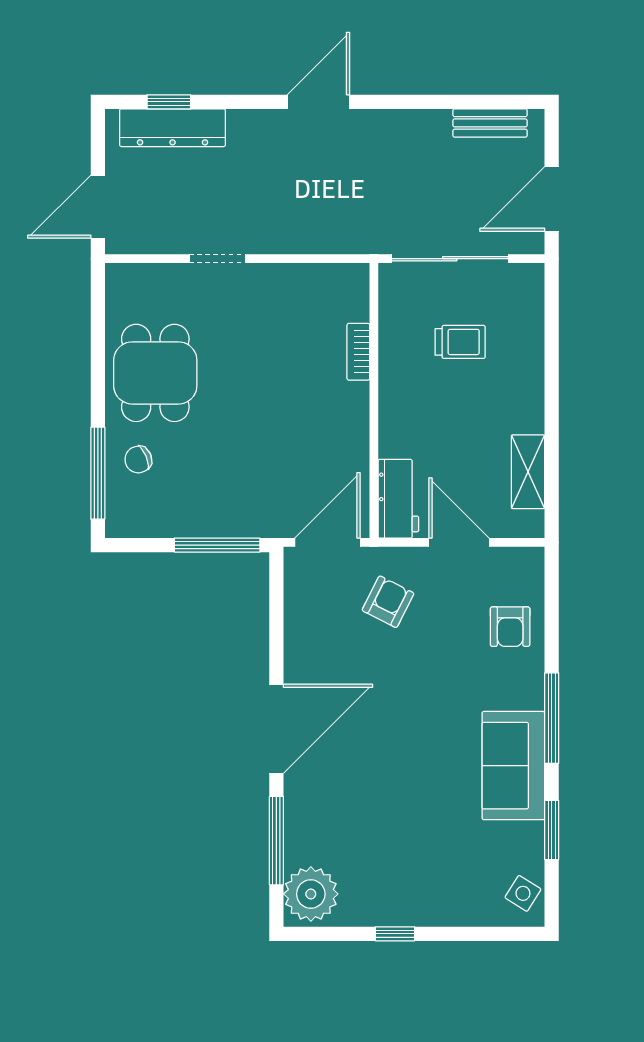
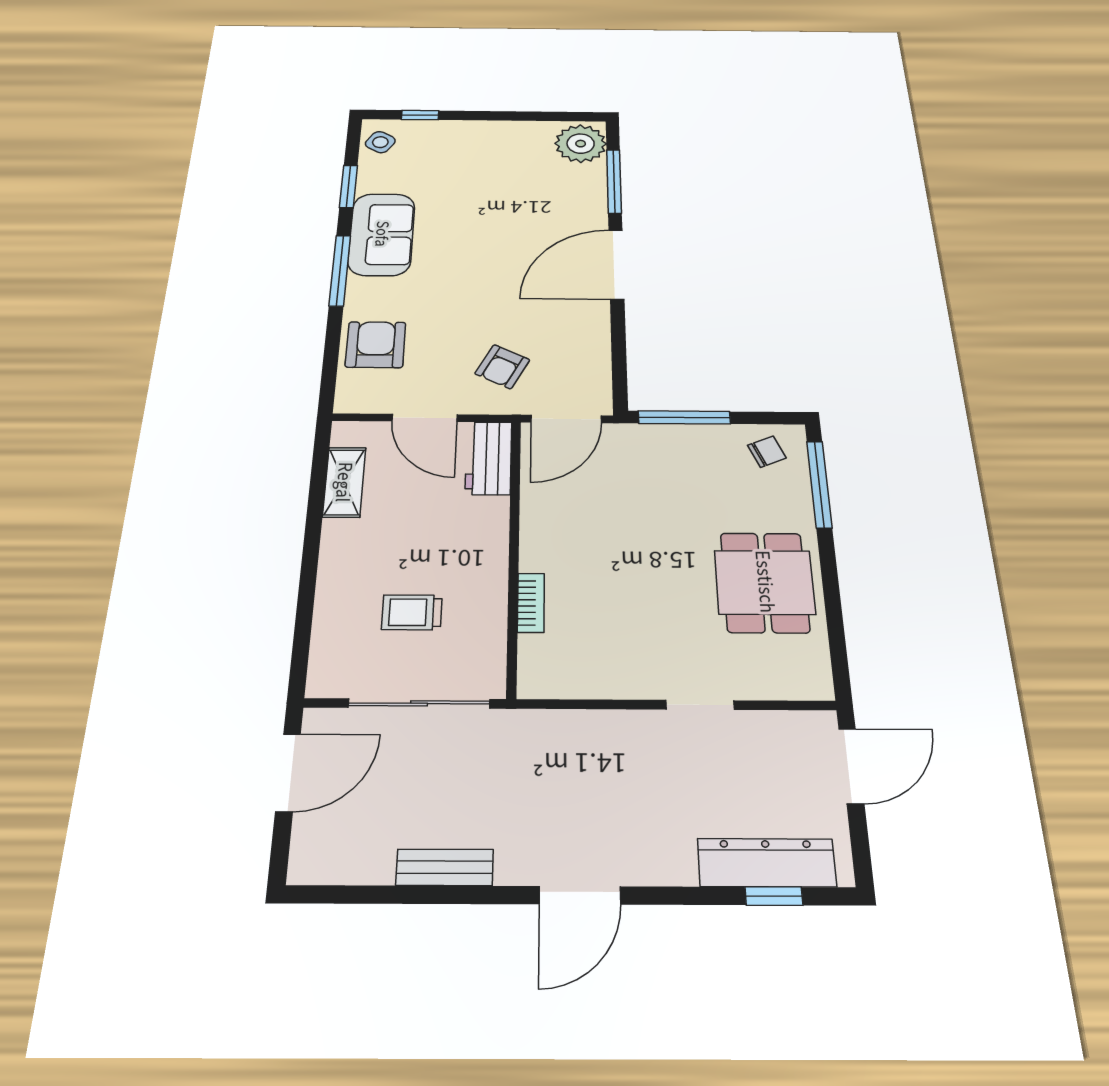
bench: (490, 123) -> (445, 867), moved
chair: (138, 460) -> (767, 452), moved
armchair: (510, 627) -> (376, 345), width x1.38, depth x1.38
window: (395, 934) -> (420, 115), moved

